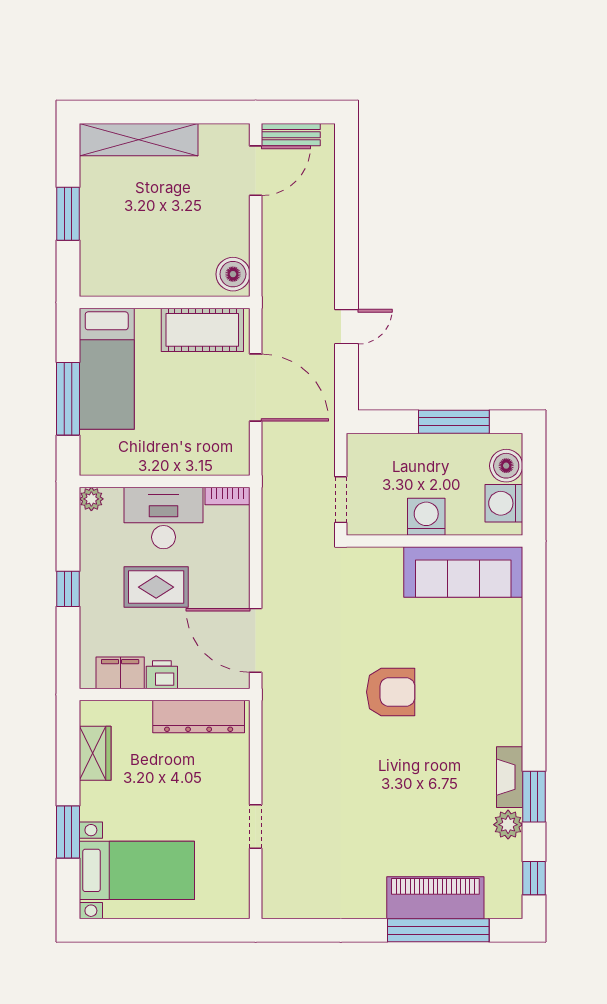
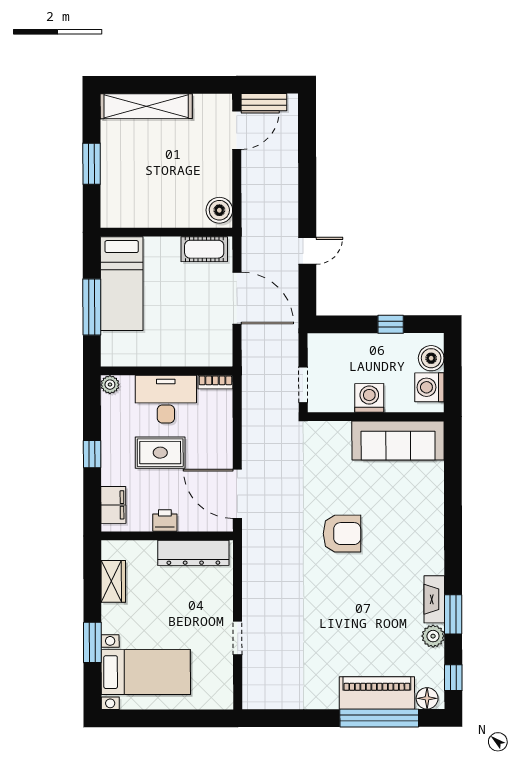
cot: (202, 330) -> (204, 249), width x0.73, depth x0.75
window: (454, 422) -> (391, 324), width x0.46
filing cabinet: (120, 673) -> (113, 505), moved, turned 90
floor lamp: (500, 905) -> (427, 698), added

